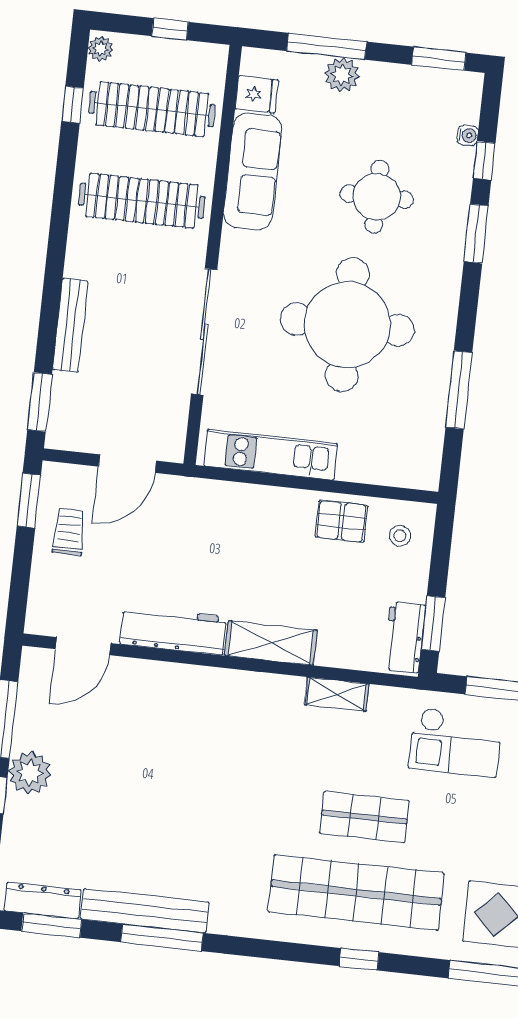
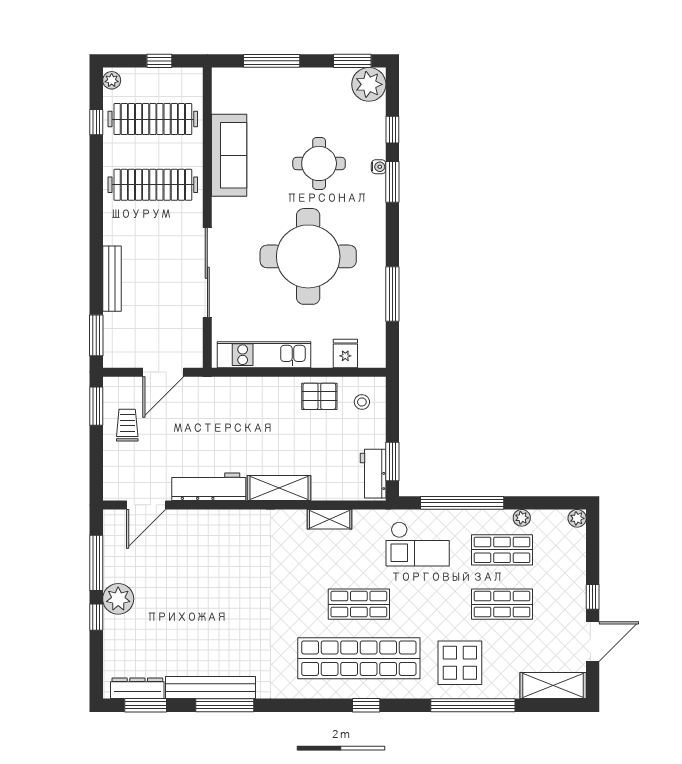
plant: (342, 75) -> (369, 84), moved, width x1.36, depth x1.36
fridge: (257, 94) -> (345, 354), moved, turned -90
water cooler: (468, 135) -> (379, 167), moved

